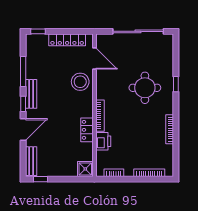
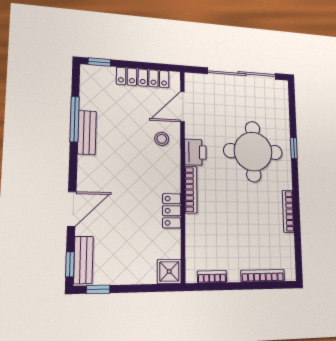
door: (94, 59) -> (182, 107), swing flipped
stool: (80, 82) -> (162, 139), width x0.53, depth x0.53
round table: (145, 88) -> (253, 152), width x1.36, depth x1.36
bench: (31, 94) -> (87, 133), moved
window: (23, 104) -> (70, 264), moved
printer: (103, 141) -> (195, 152), moved

